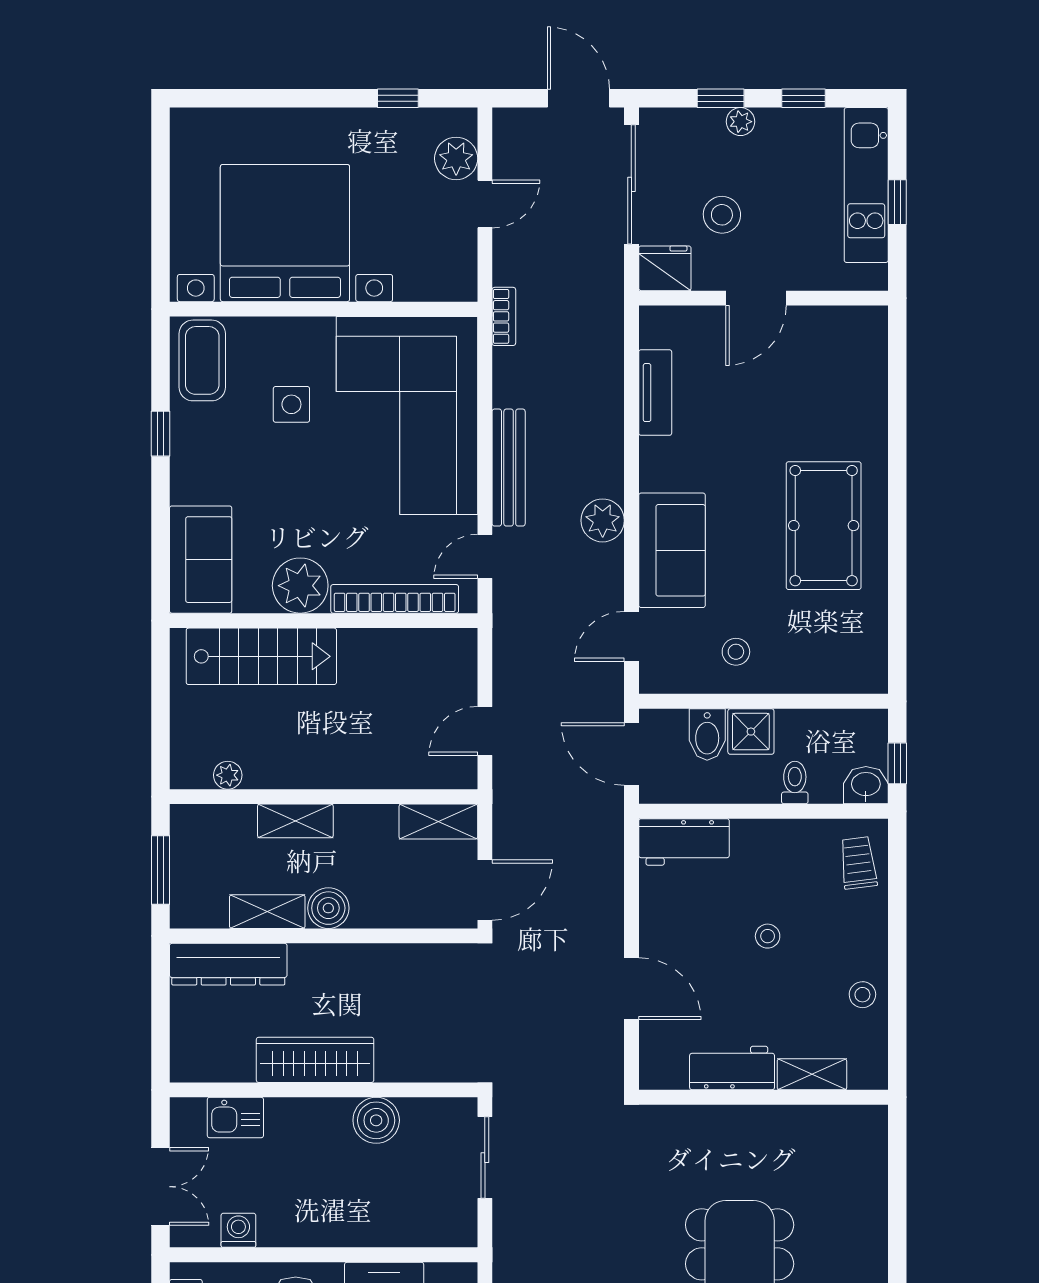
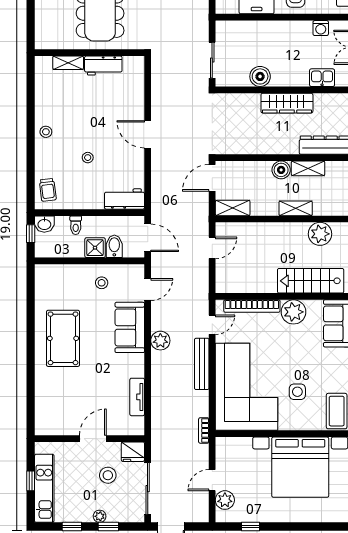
plant: (228, 775) -> (320, 234), width x1.88, depth x1.88
workbench: (732, 1068) -> (103, 66), moved
shelving: (812, 1074) -> (68, 63), moved
wall: (763, 1097) -> (90, 53), moved

